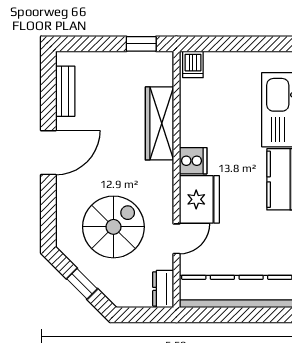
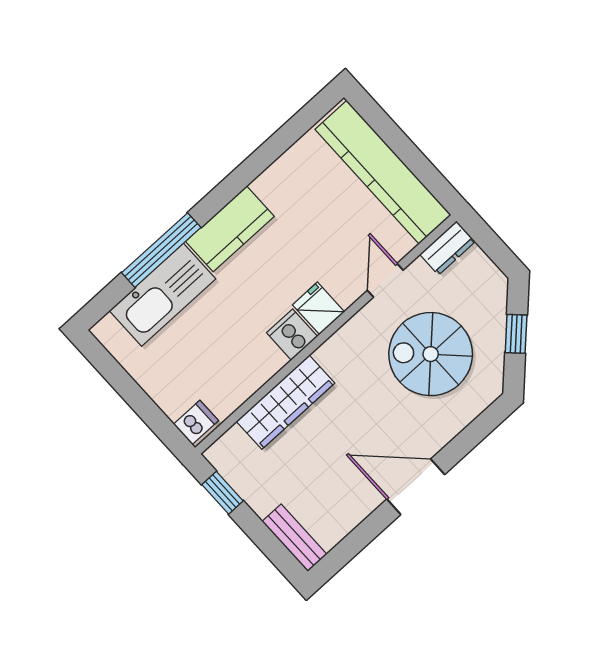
bench: (65, 91) -> (294, 538), moved, turned 90
fridge: (199, 199) -> (319, 308), width x0.53, depth x0.75
door: (176, 239) -> (385, 280), hinge flipped

